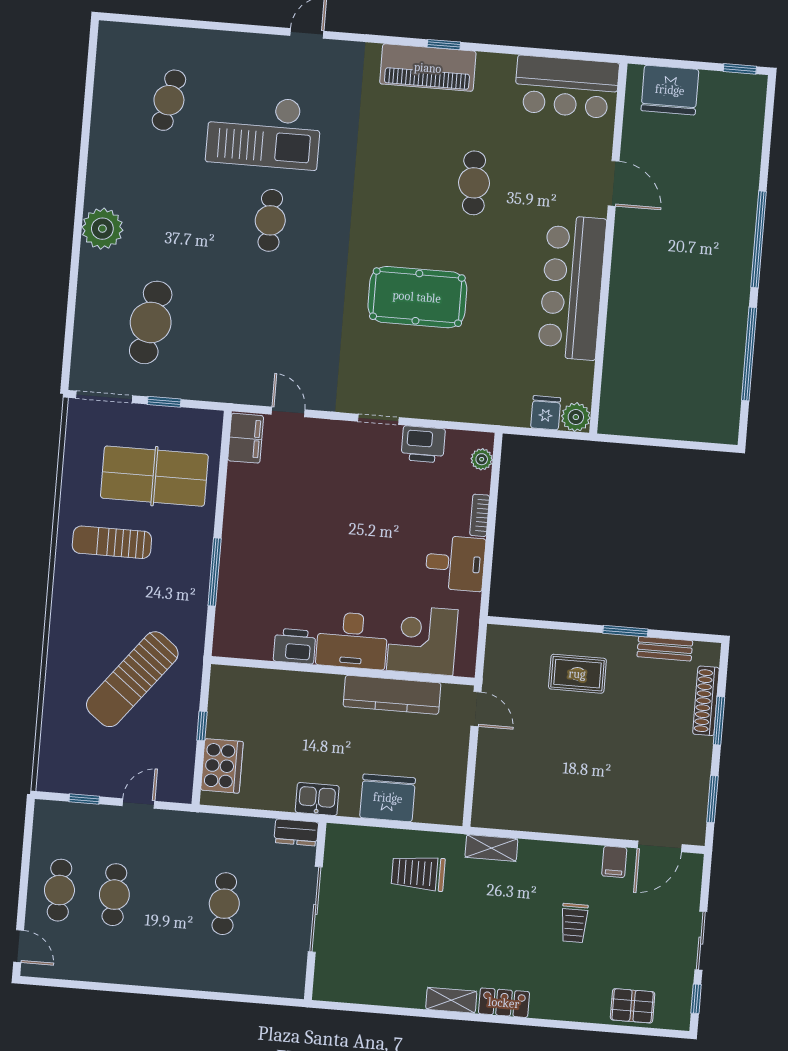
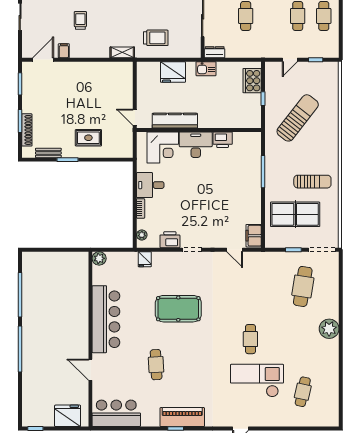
fridge: (546, 413) -> (145, 259), moved

